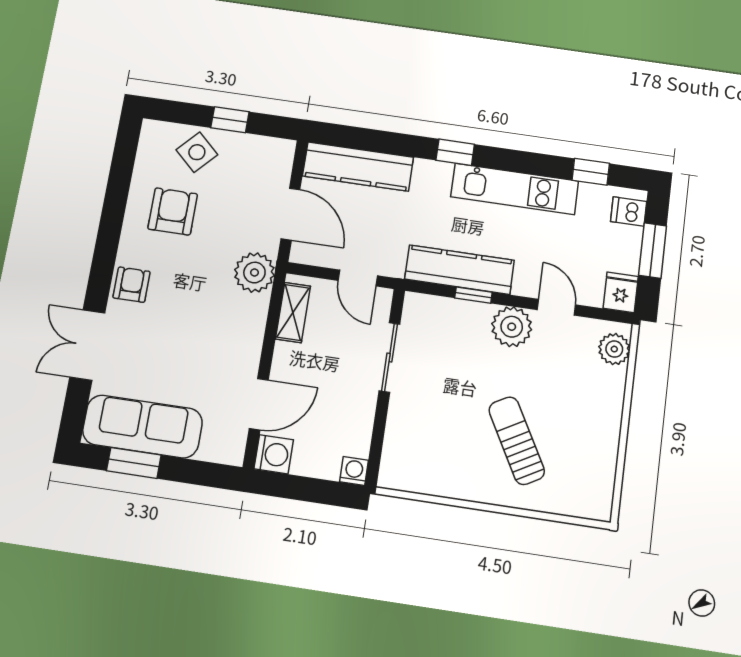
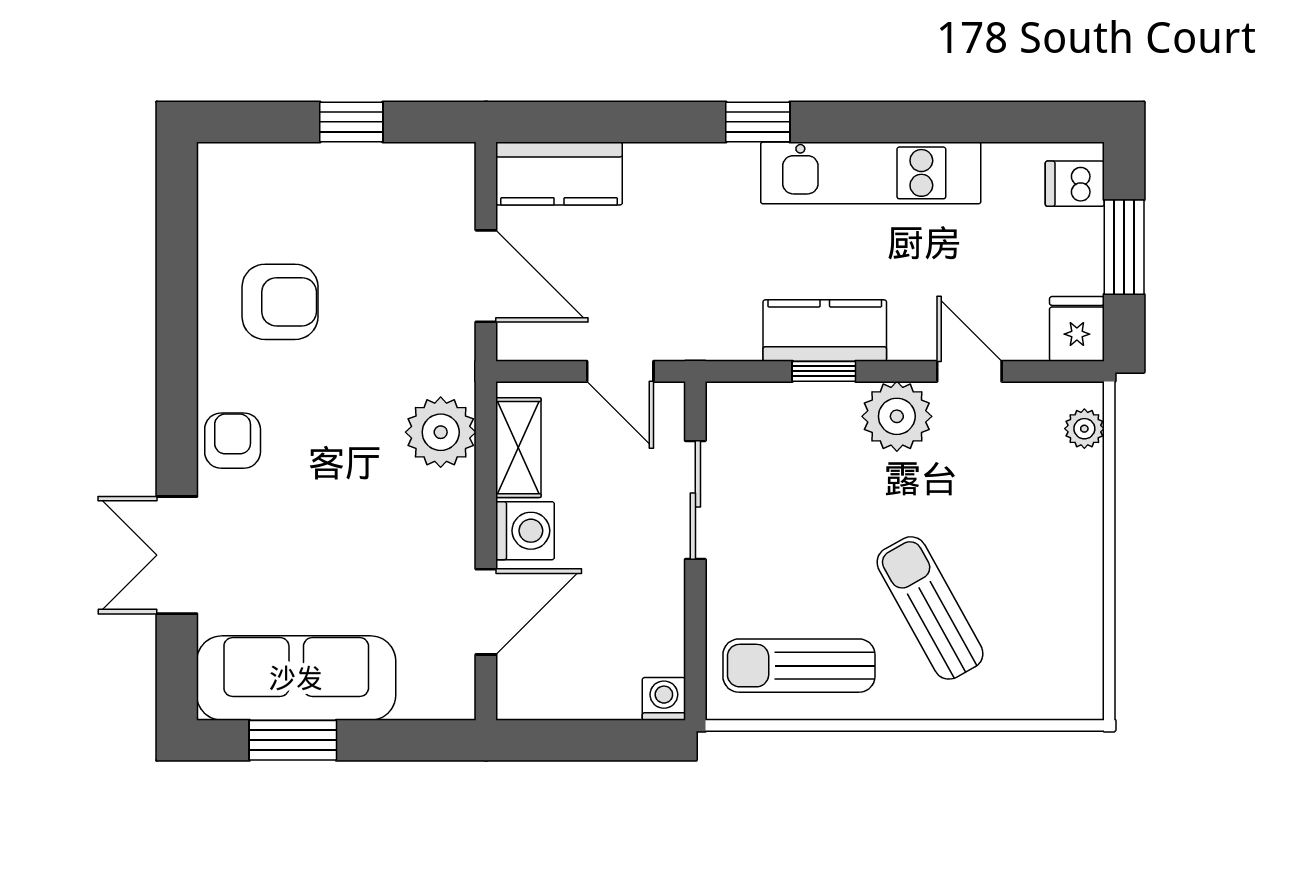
side table: (197, 152) -> (303, 190), removed
kitchen counter: (358, 167) -> (559, 174), width x0.67
window: (591, 172) -> (1000, 122), removed
armchair: (173, 211) -> (280, 302), turned 90
kitchen counter: (460, 270) -> (825, 331), width x0.67
plant: (254, 273) -> (441, 432), moved
plant: (614, 349) -> (1084, 429), width x0.73, depth x0.73
washing machine: (274, 454) -> (525, 531), moved
sun lounger: (436, 463) -> (799, 666), added

